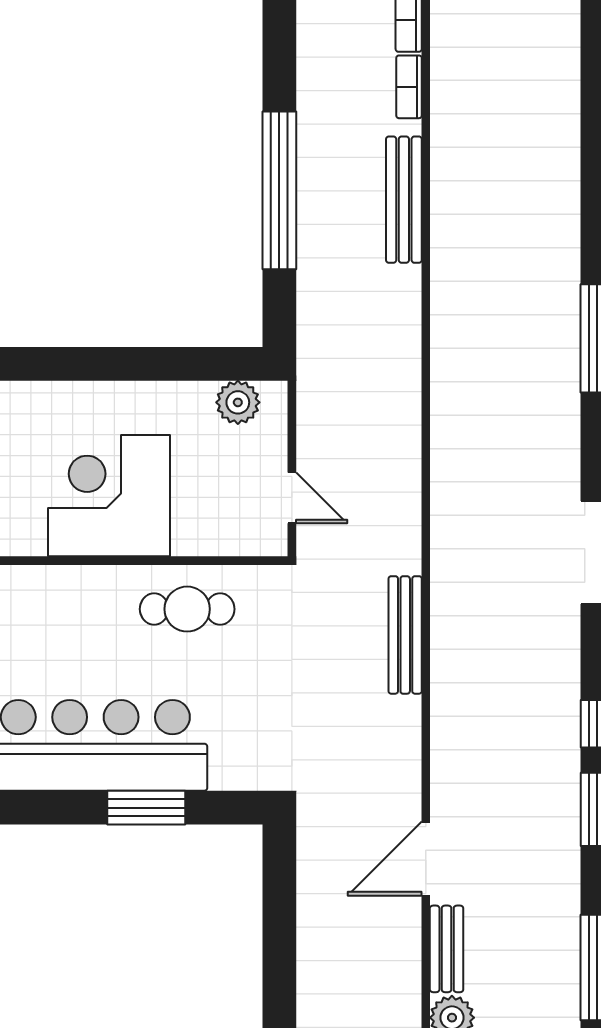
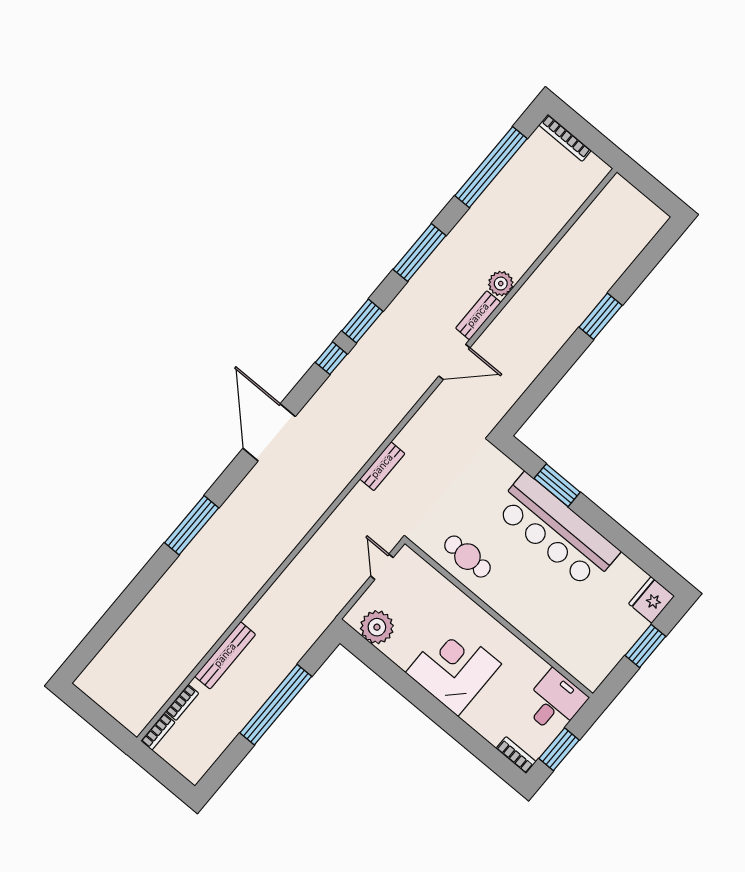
plant: (238, 402) -> (377, 627), width x1.36, depth x1.36
corner desk: (109, 496) -> (453, 668), moved, turned 180
bench: (405, 635) -> (382, 466), width x0.73

